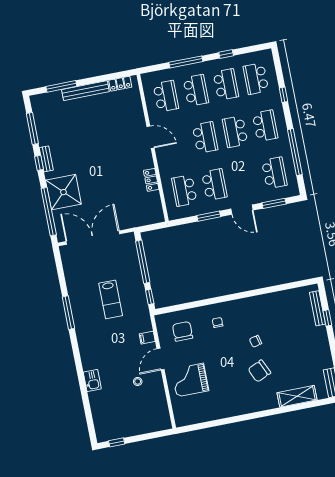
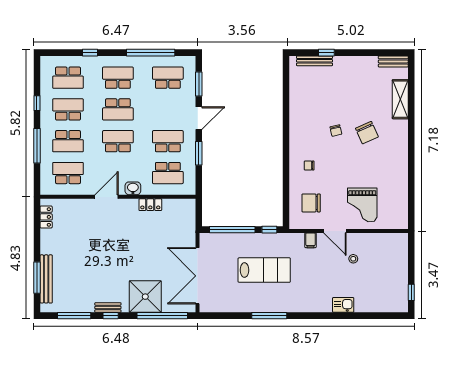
school desk: (196, 90) -> (68, 141), turned 180
bench: (85, 91) -> (46, 279), moved
washbasin: (163, 160) -> (133, 188), added
lab bench: (111, 299) -> (264, 270), width x1.36, depth x1.39

